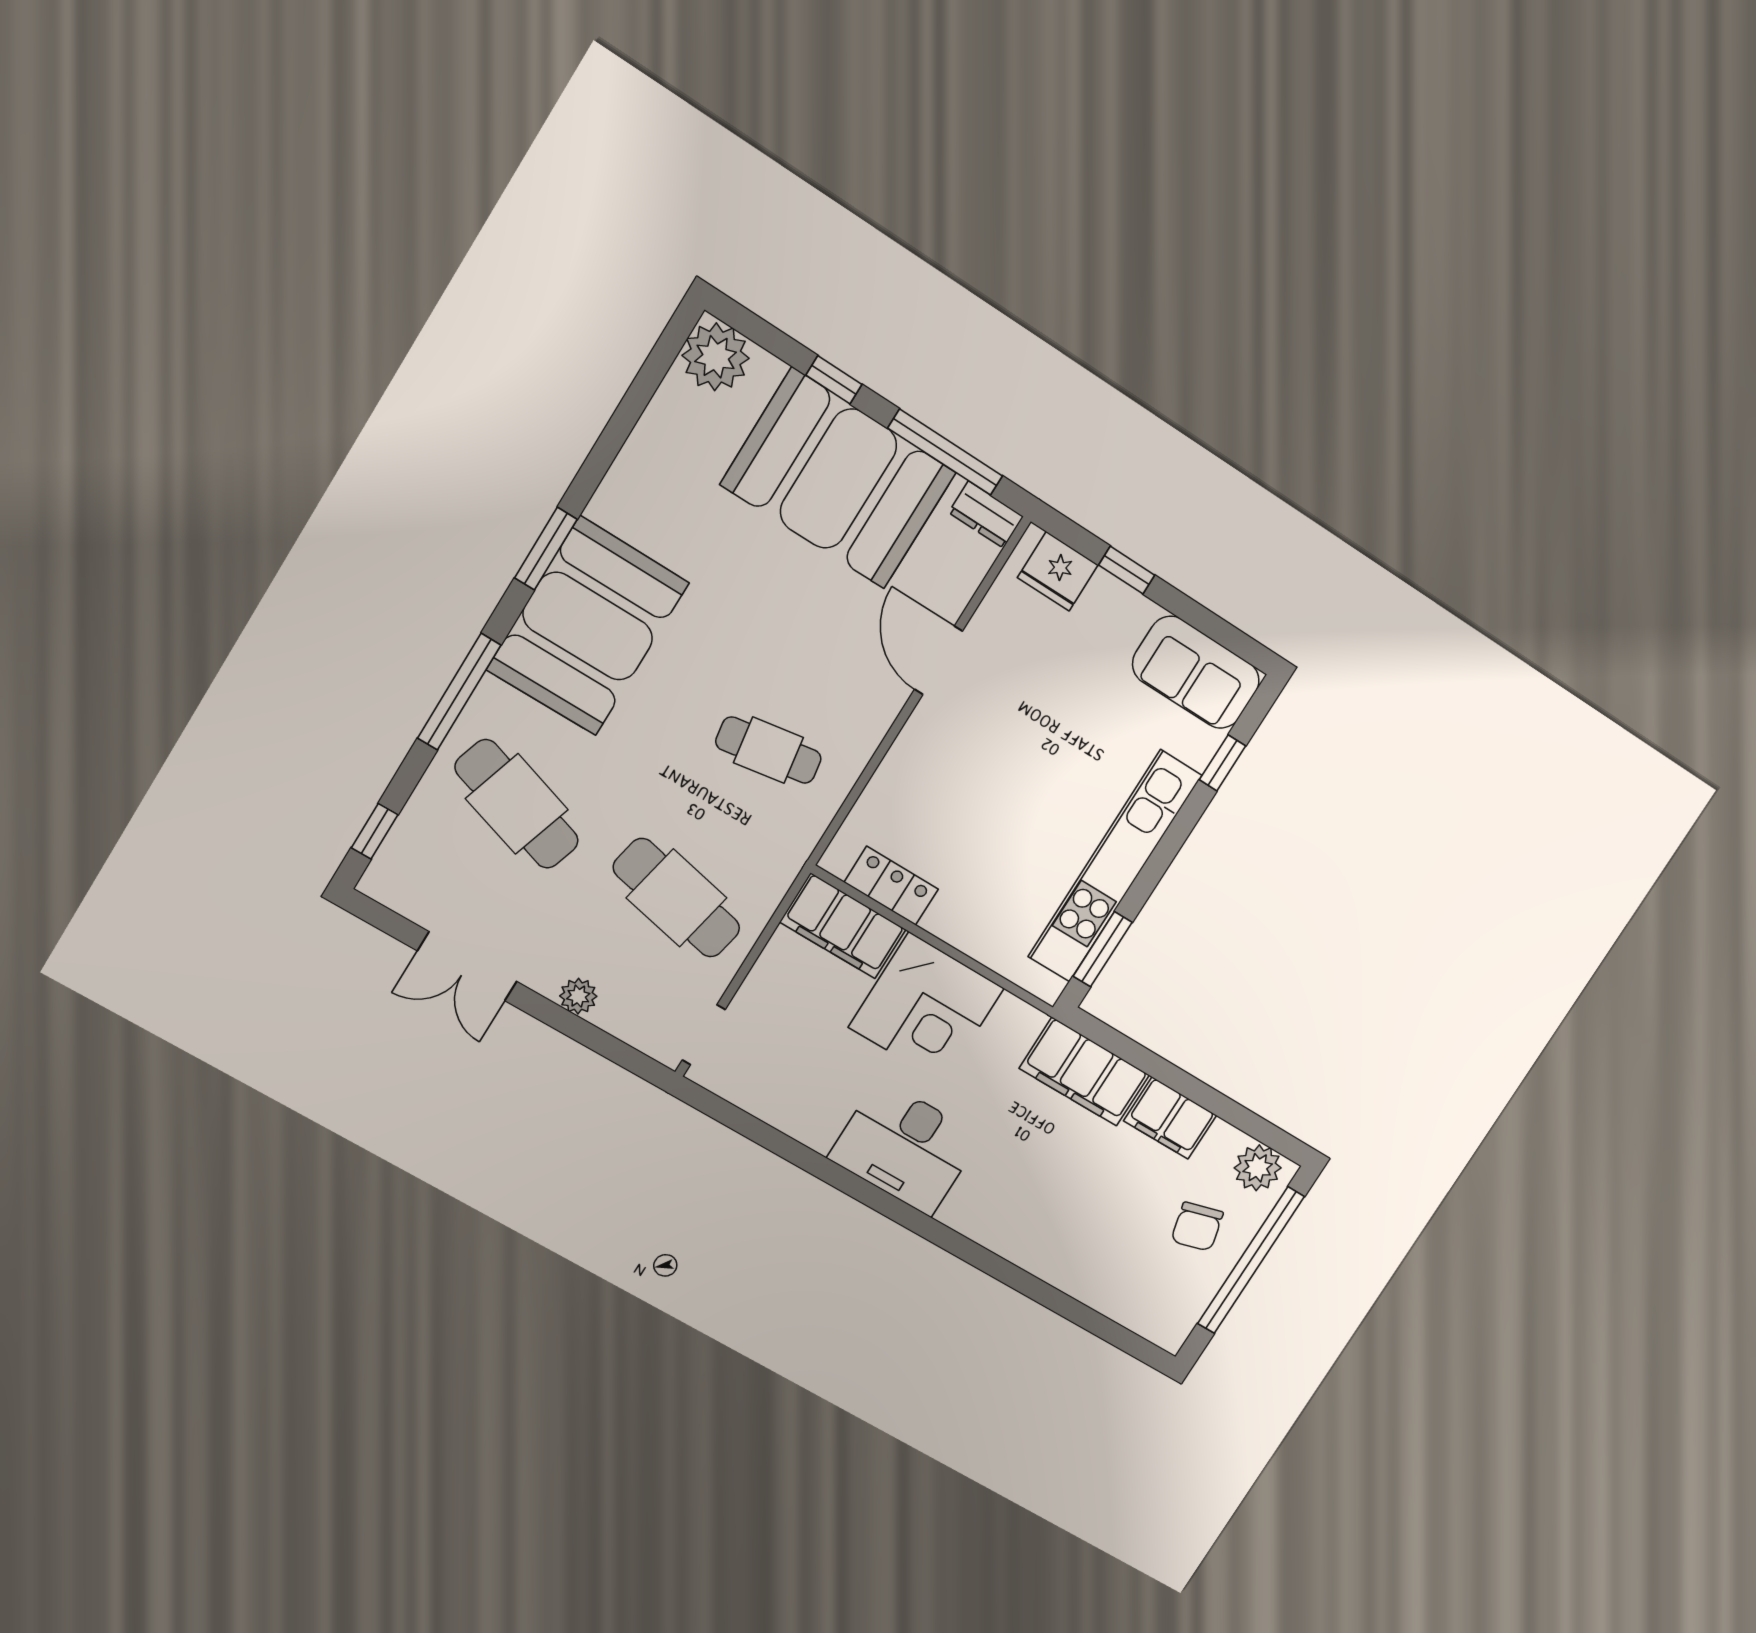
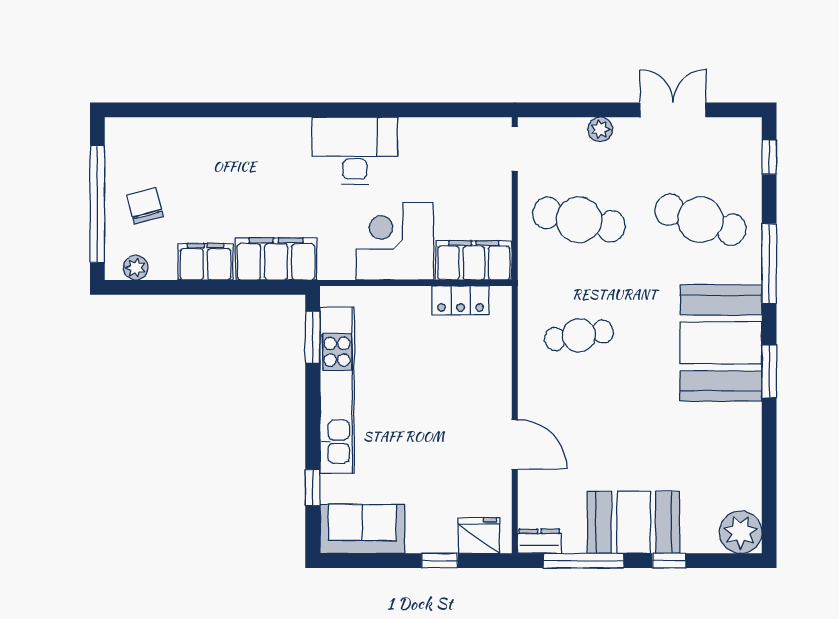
booth: (838, 479) -> (634, 522), width x0.73, depth x0.70
plant: (1258, 1168) -> (136, 268), width x0.73, depth x0.73

